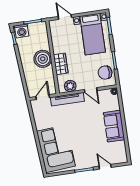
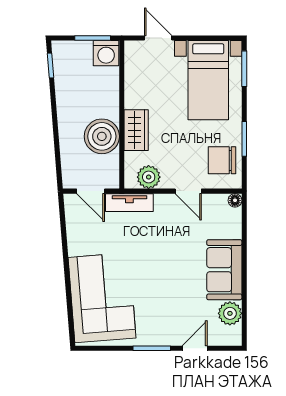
washing machine: (22, 31) -> (106, 53), moved
boiler: (43, 59) -> (102, 136), moved
door: (43, 97) -> (91, 191), swing flipped
tv unit: (67, 99) -> (129, 203), width x0.71
plant: (120, 147) -> (230, 313), added
door: (105, 167) -> (195, 348), hinge flipped

